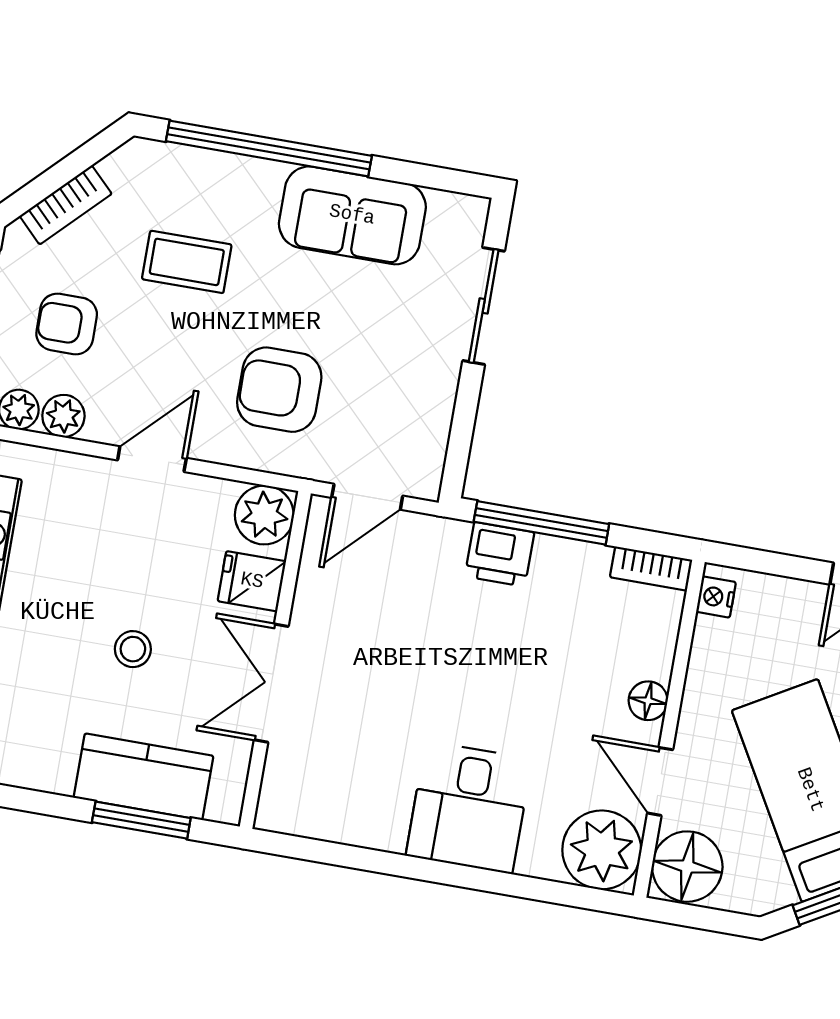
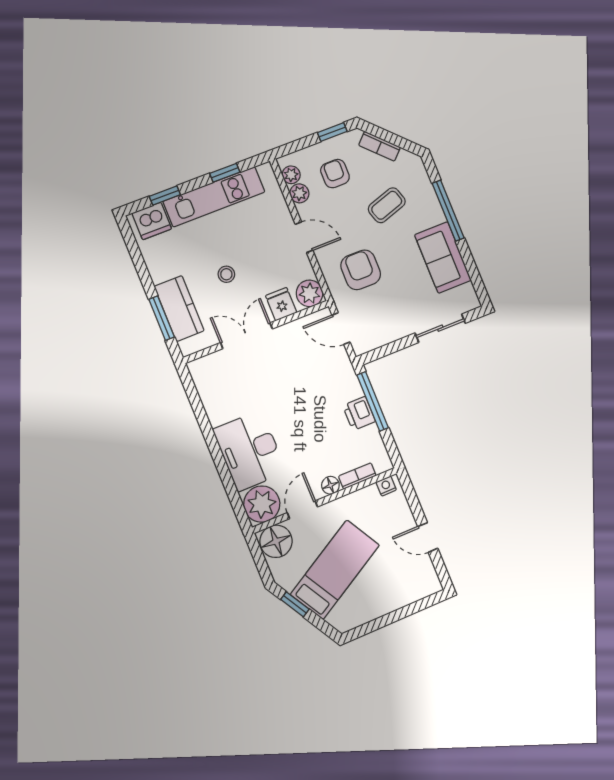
window: (269, 148) -> (448, 211), width x0.68
coffee table: (187, 262) -> (387, 205), turned 72
printer: (500, 554) -> (359, 413), moved
bookcase: (651, 569) -> (357, 476), moved, turned 90
desk: (469, 807) -> (250, 451), width x1.37

